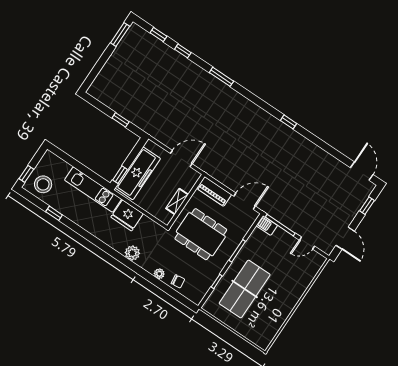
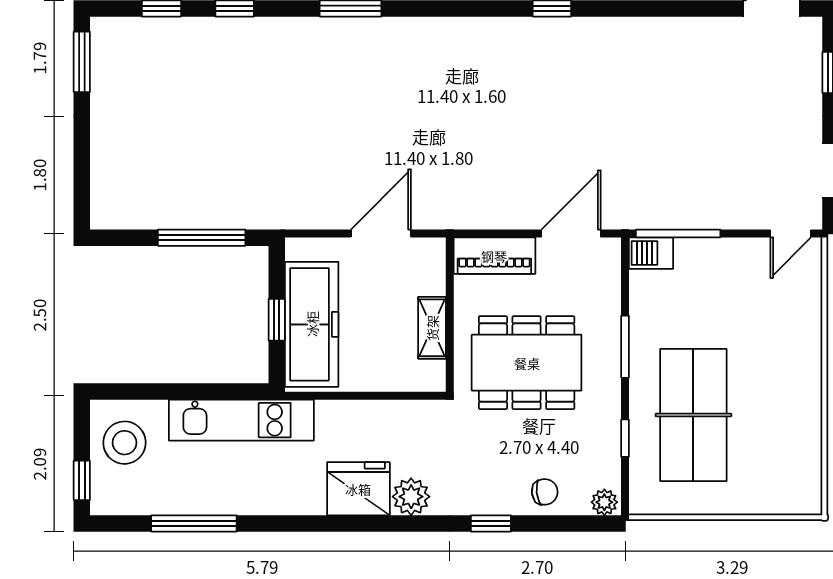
window: (121, 120) -> (202, 238), width x2.17
window: (120, 175) -> (277, 320), moved
stool: (43, 184) -> (124, 443), moved
window: (54, 213) -> (194, 523), width x2.17
fridge: (127, 215) -> (358, 489), moved, turned 180
door: (307, 243) -> (791, 233), moved
plant: (159, 274) -> (604, 502), moved
window: (153, 280) -> (491, 523), added

